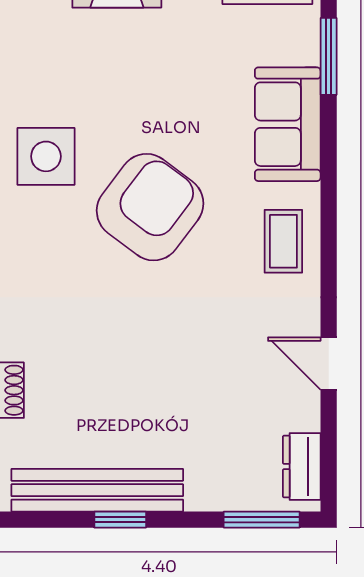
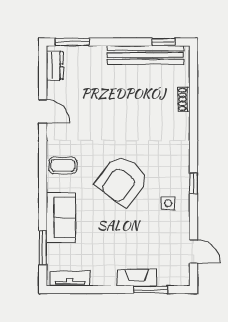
side table: (46, 156) -> (168, 203), width x0.54, depth x0.54
coffee table: (283, 241) -> (63, 166), turned 90
window: (120, 520) -> (164, 42), moved

